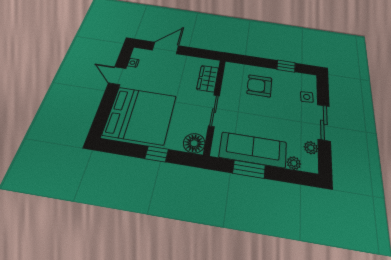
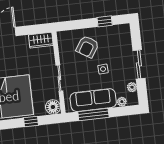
wardrobe: (208, 79) -> (41, 40), moved, turned -90
armchair: (259, 86) -> (87, 47), turned -58
side table: (307, 97) -> (103, 69), moved
window: (249, 169) -> (93, 114), width x1.44

